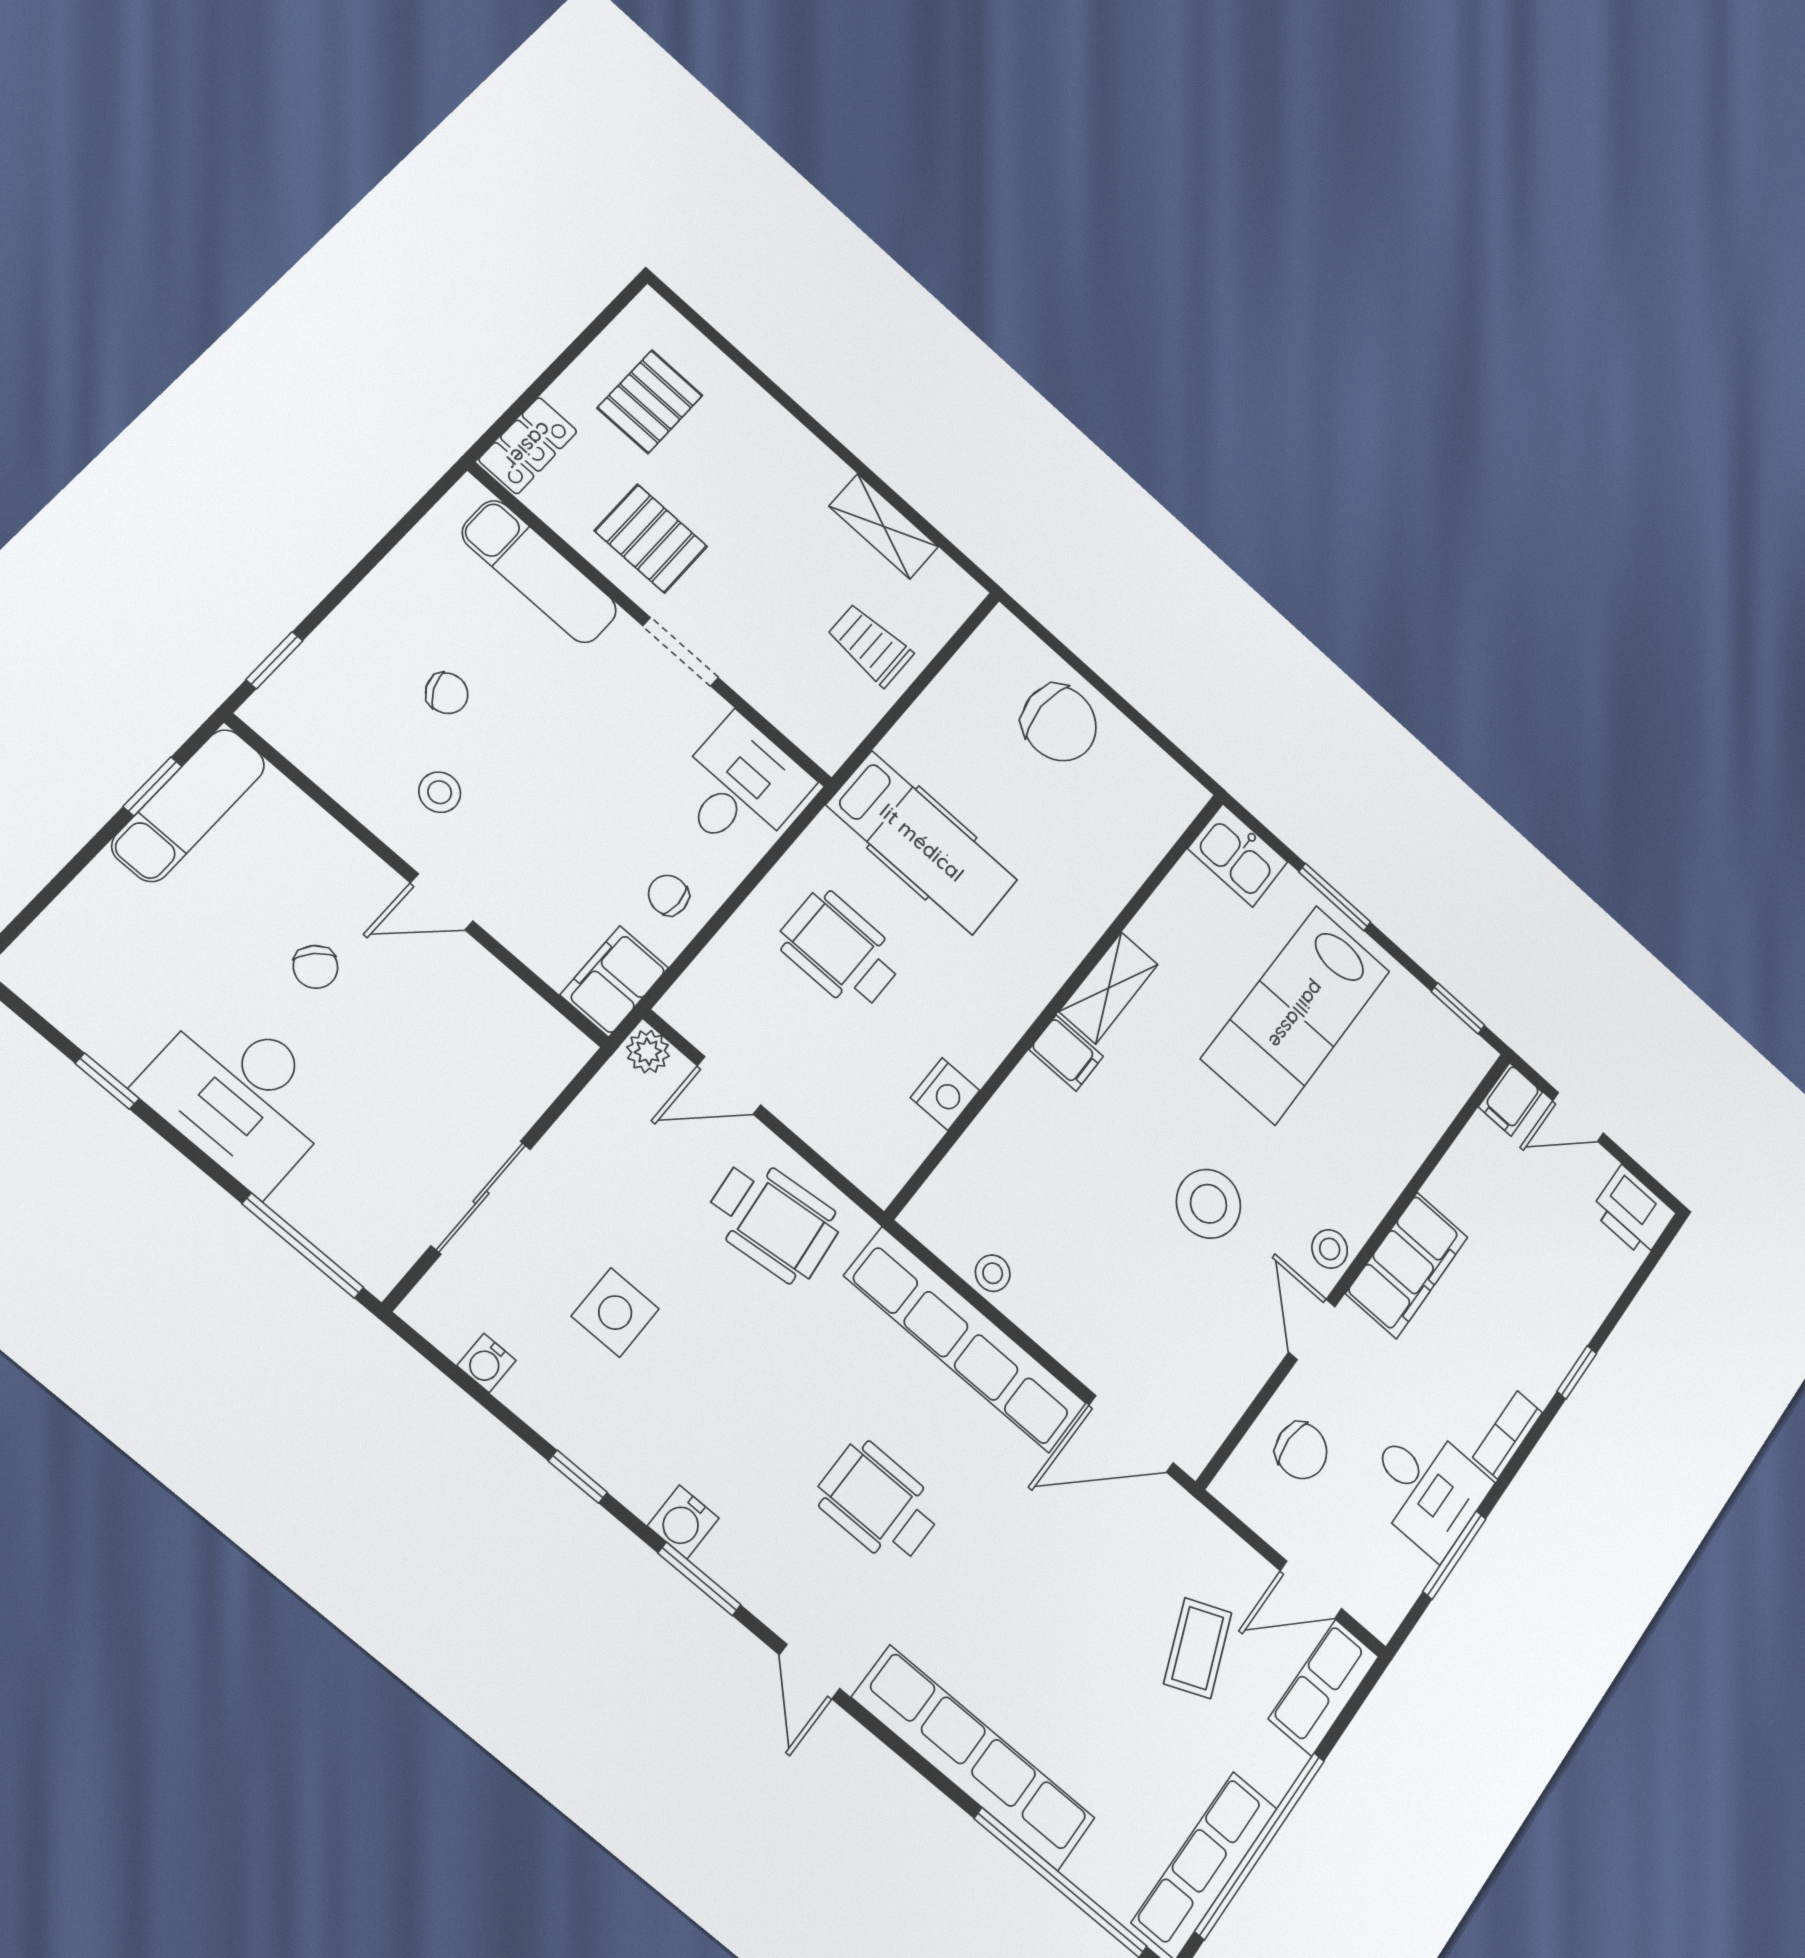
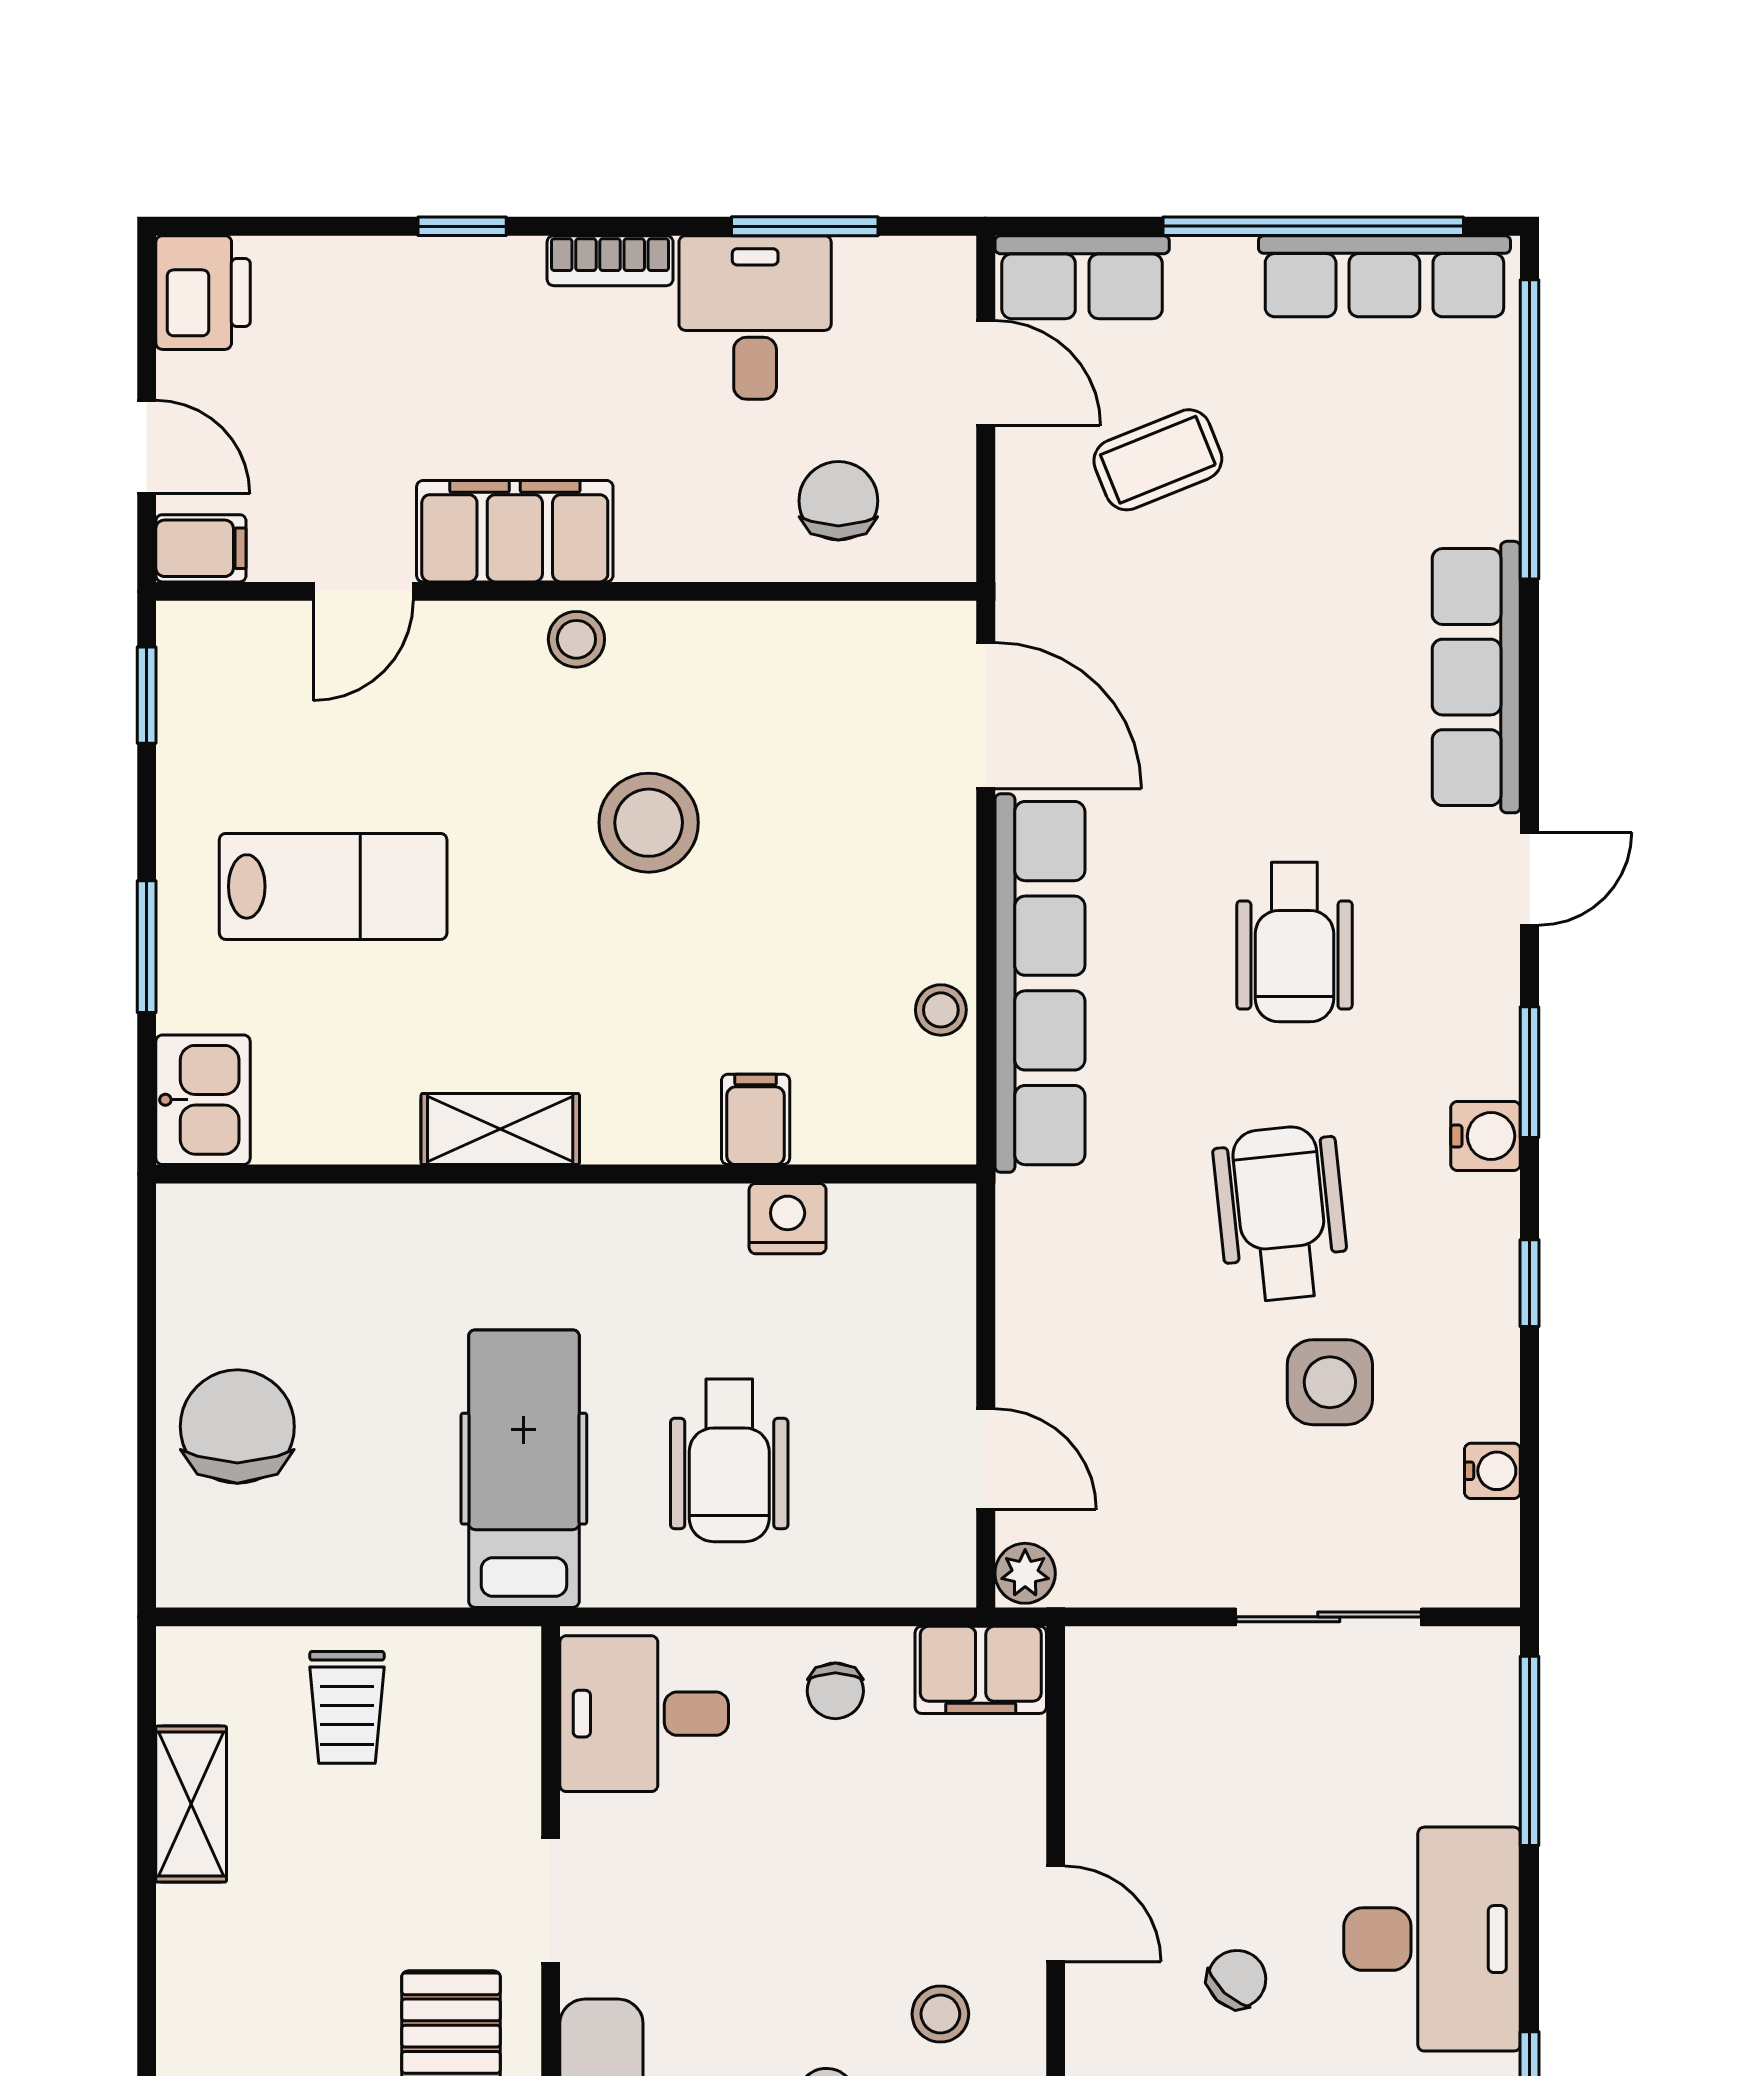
lab bench: (1296, 1015) -> (333, 886), width x0.73, depth x0.72
filing cabinet: (1066, 1053) -> (756, 1119), moved
wheelchair: (773, 1220) -> (1281, 1213), moved
door: (1312, 1329) -> (363, 591), moved
row of seats: (974, 1758) -> (1476, 677), width x0.73

